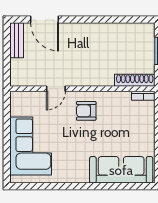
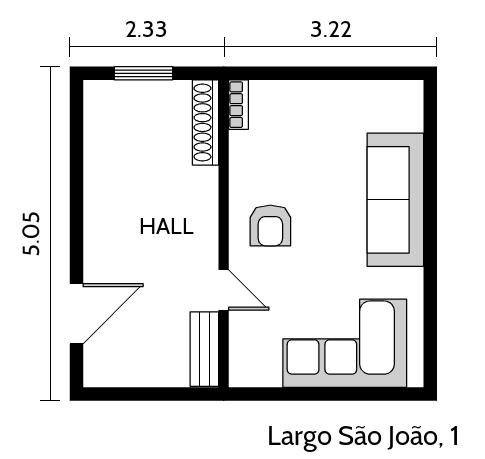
bench: (17, 40) -> (204, 349), moved, turned 90
sofa: (121, 170) -> (395, 200), moved

